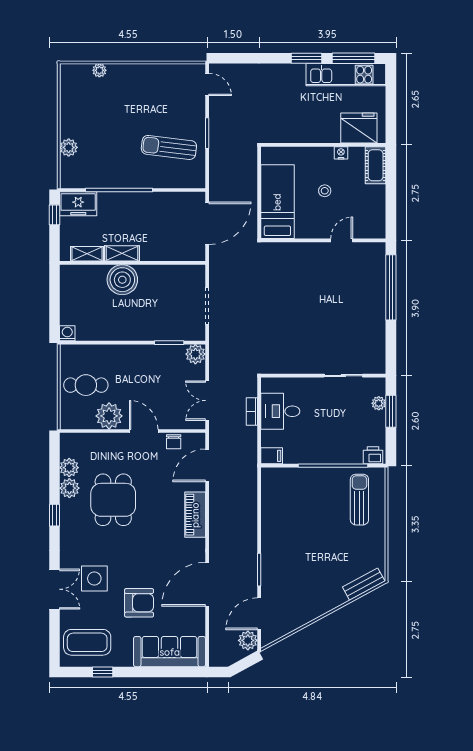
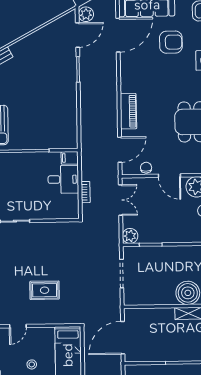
rug: (307, 286) -> (45, 290), added
desk: (280, 411) -> (63, 179), moved
door: (207, 584) -> (118, 35), moved
armchair: (139, 603) -> (171, 42), turned 180

